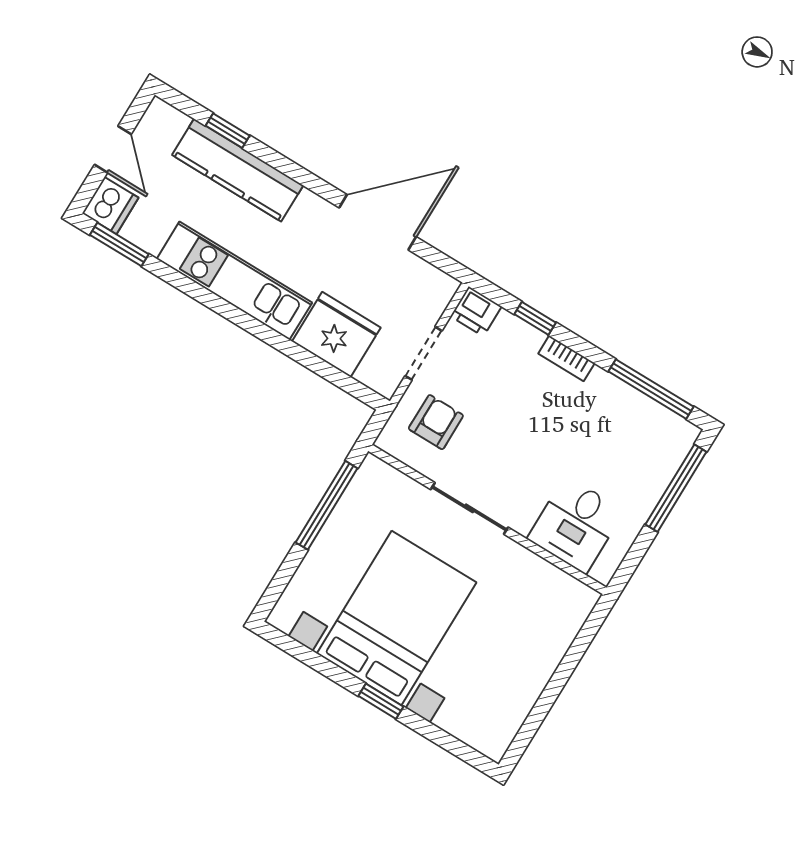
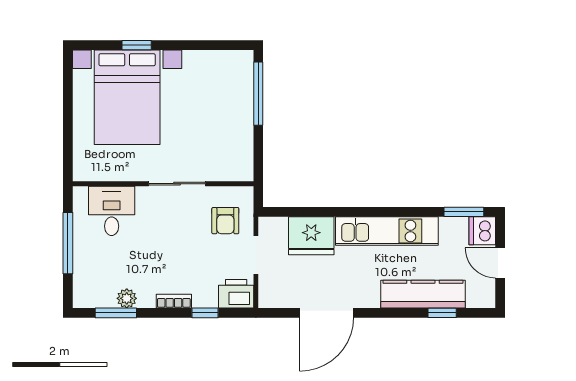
printer: (476, 311) -> (236, 294), width x1.36, depth x1.24
window: (651, 389) -> (116, 313), width x0.69
plant: (625, 399) -> (127, 298), added
window: (676, 488) -> (68, 243), moved
window: (327, 505) -> (258, 94), moved
bed with nightstands: (397, 618) -> (127, 97), moved
window: (381, 701) -> (137, 45), moved

